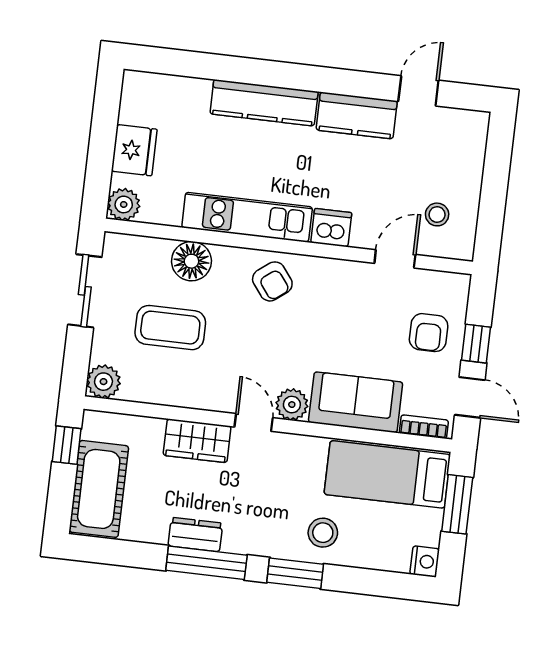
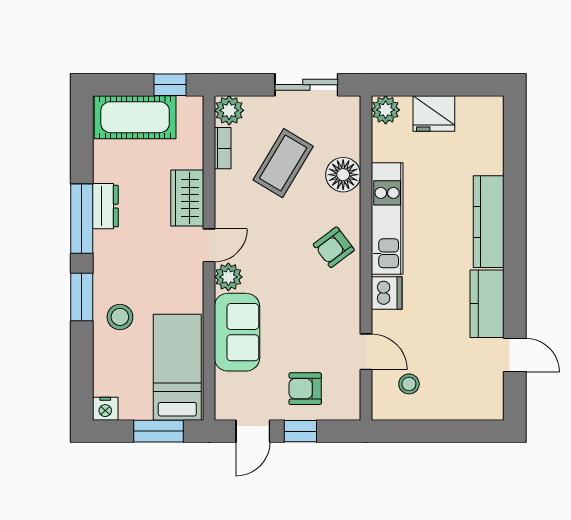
coffee table: (170, 328) -> (283, 163), turned 31
bookcase: (424, 427) -> (223, 148), moved

